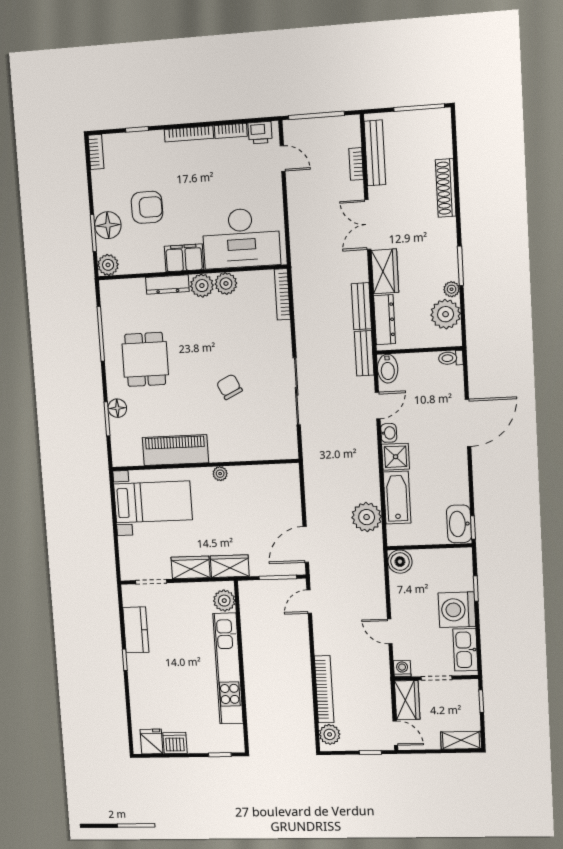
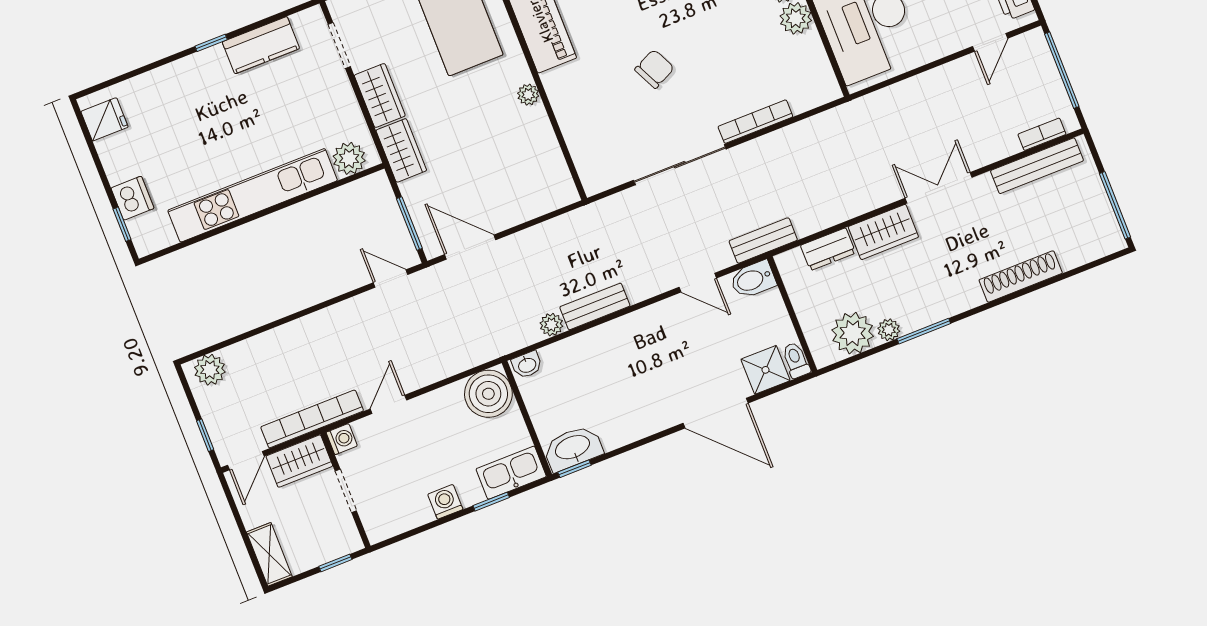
bookcase: (356, 164) -> (1042, 134), moved
bookcase: (282, 294) -> (755, 122), moved
bench: (361, 306) -> (595, 306), moved
dresser: (385, 320) -> (828, 249), width x0.70
washbasin: (389, 433) -> (527, 365), moved
shower: (396, 457) -> (765, 370), moved
bathtub: (397, 498) -> (580, 352), removed
plant: (367, 517) -> (551, 325), width x0.53, depth x0.53
boiler: (400, 562) -> (488, 394), width x1.37, depth x1.37
washing machine: (457, 610) -> (445, 502), width x0.53, depth x0.53
kitchen sink: (465, 650) -> (511, 473), moved
bookcase: (324, 689) -> (312, 419), moved, turned 180
dishwasher: (175, 743) -> (132, 198), moved

